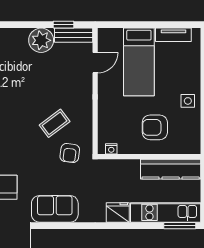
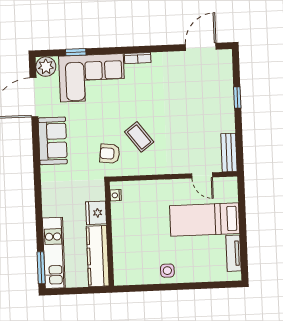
window: (63, 25) -> (237, 97), moved
plant: (41, 40) -> (222, 120), removed
armchair: (155, 127) -> (139, 238), removed
fridge: (118, 212) -> (96, 213), moved, turned 180

